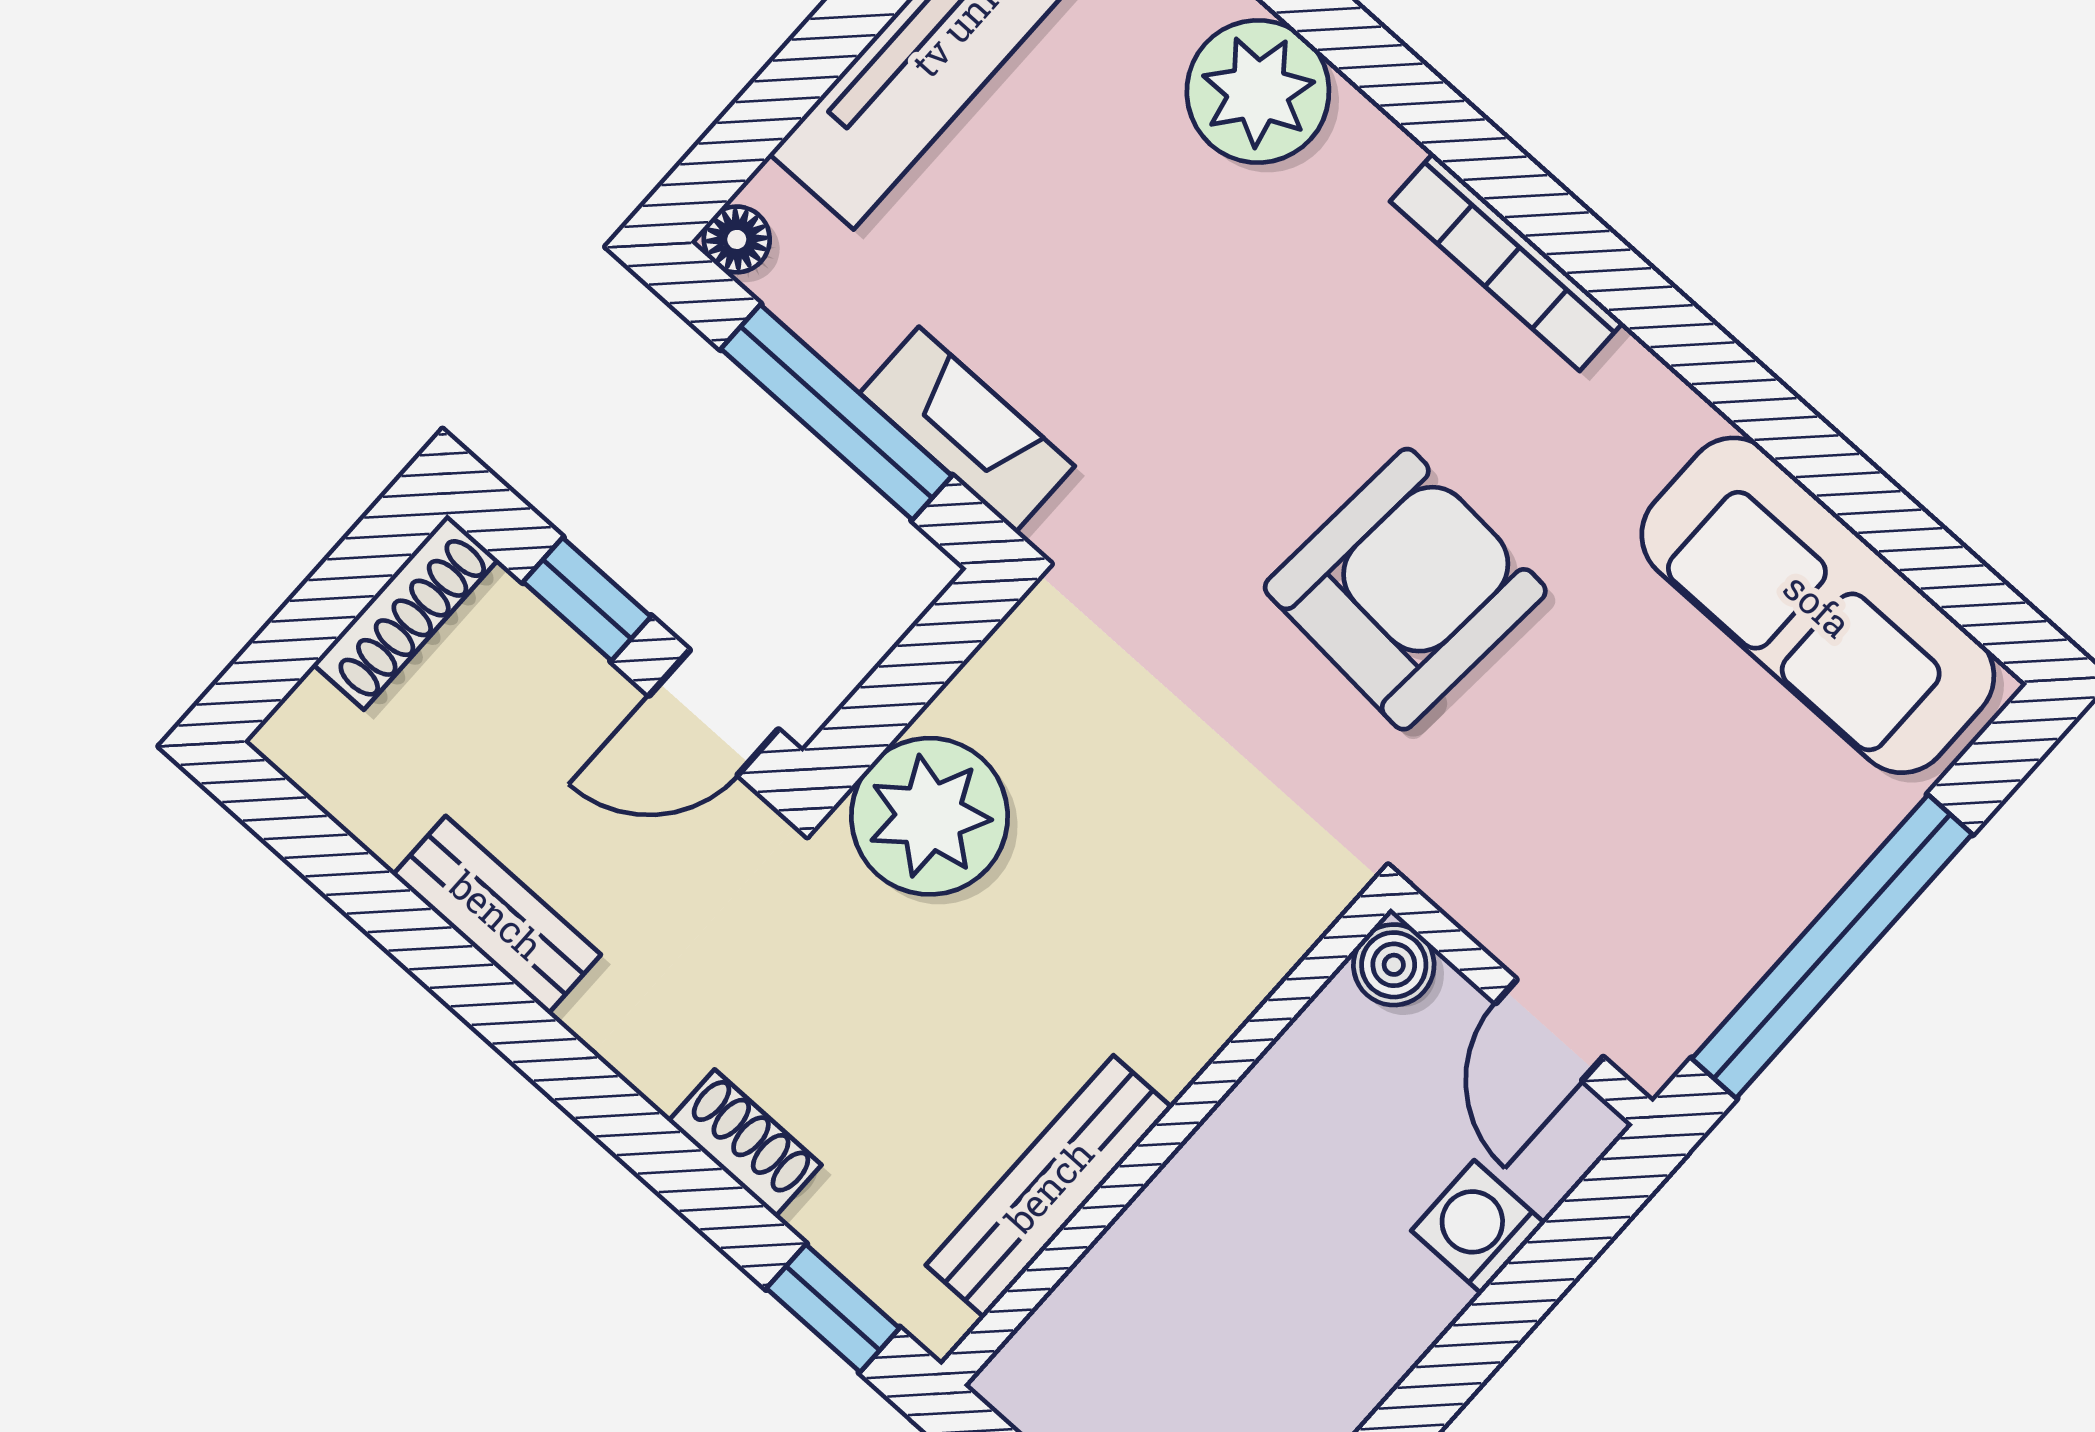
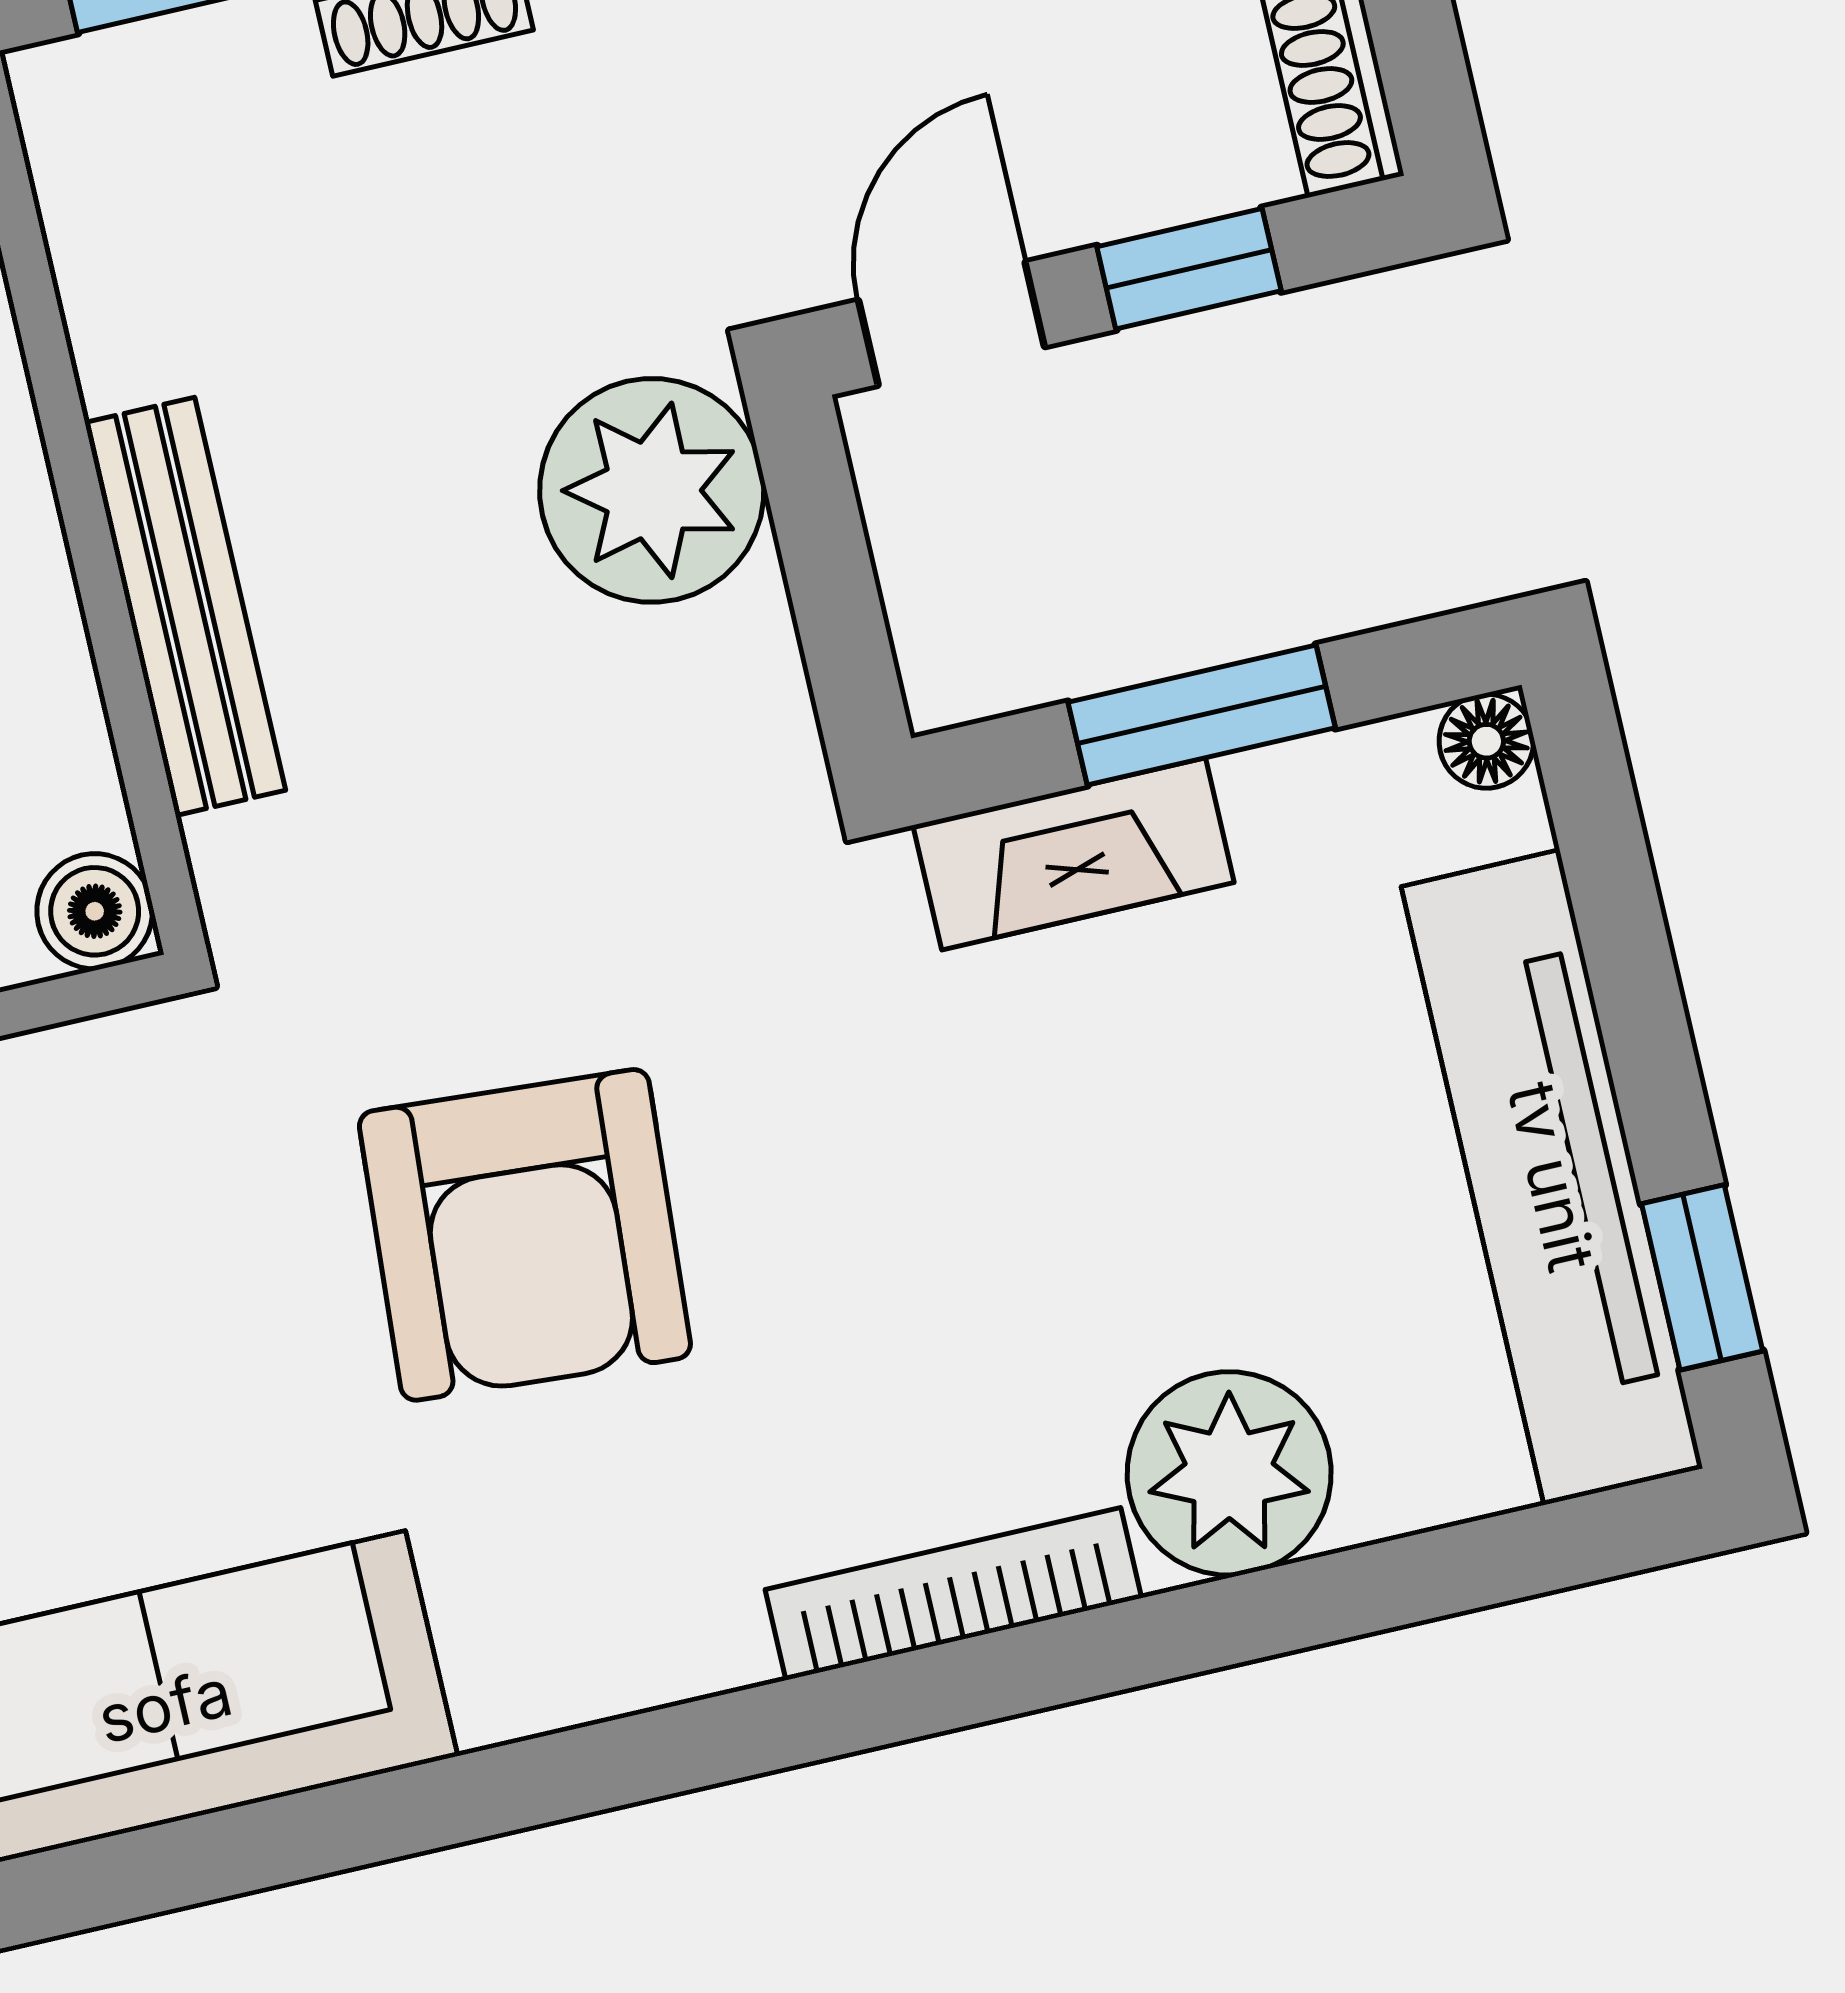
bookcase: (1506, 262) -> (953, 1594), moved
window: (836, 412) -> (1202, 715), width x0.69
bench: (1049, 1186) -> (185, 606), moved

